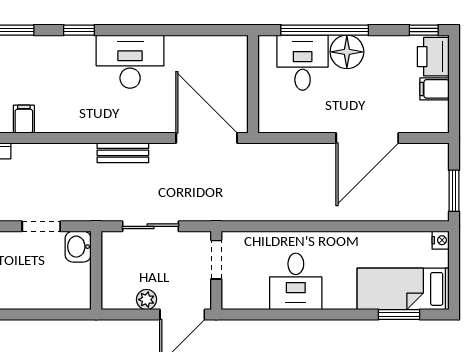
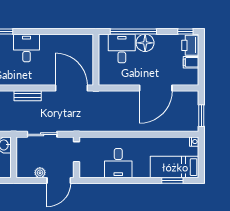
desk: (130, 62) -> (27, 48), width x0.73

